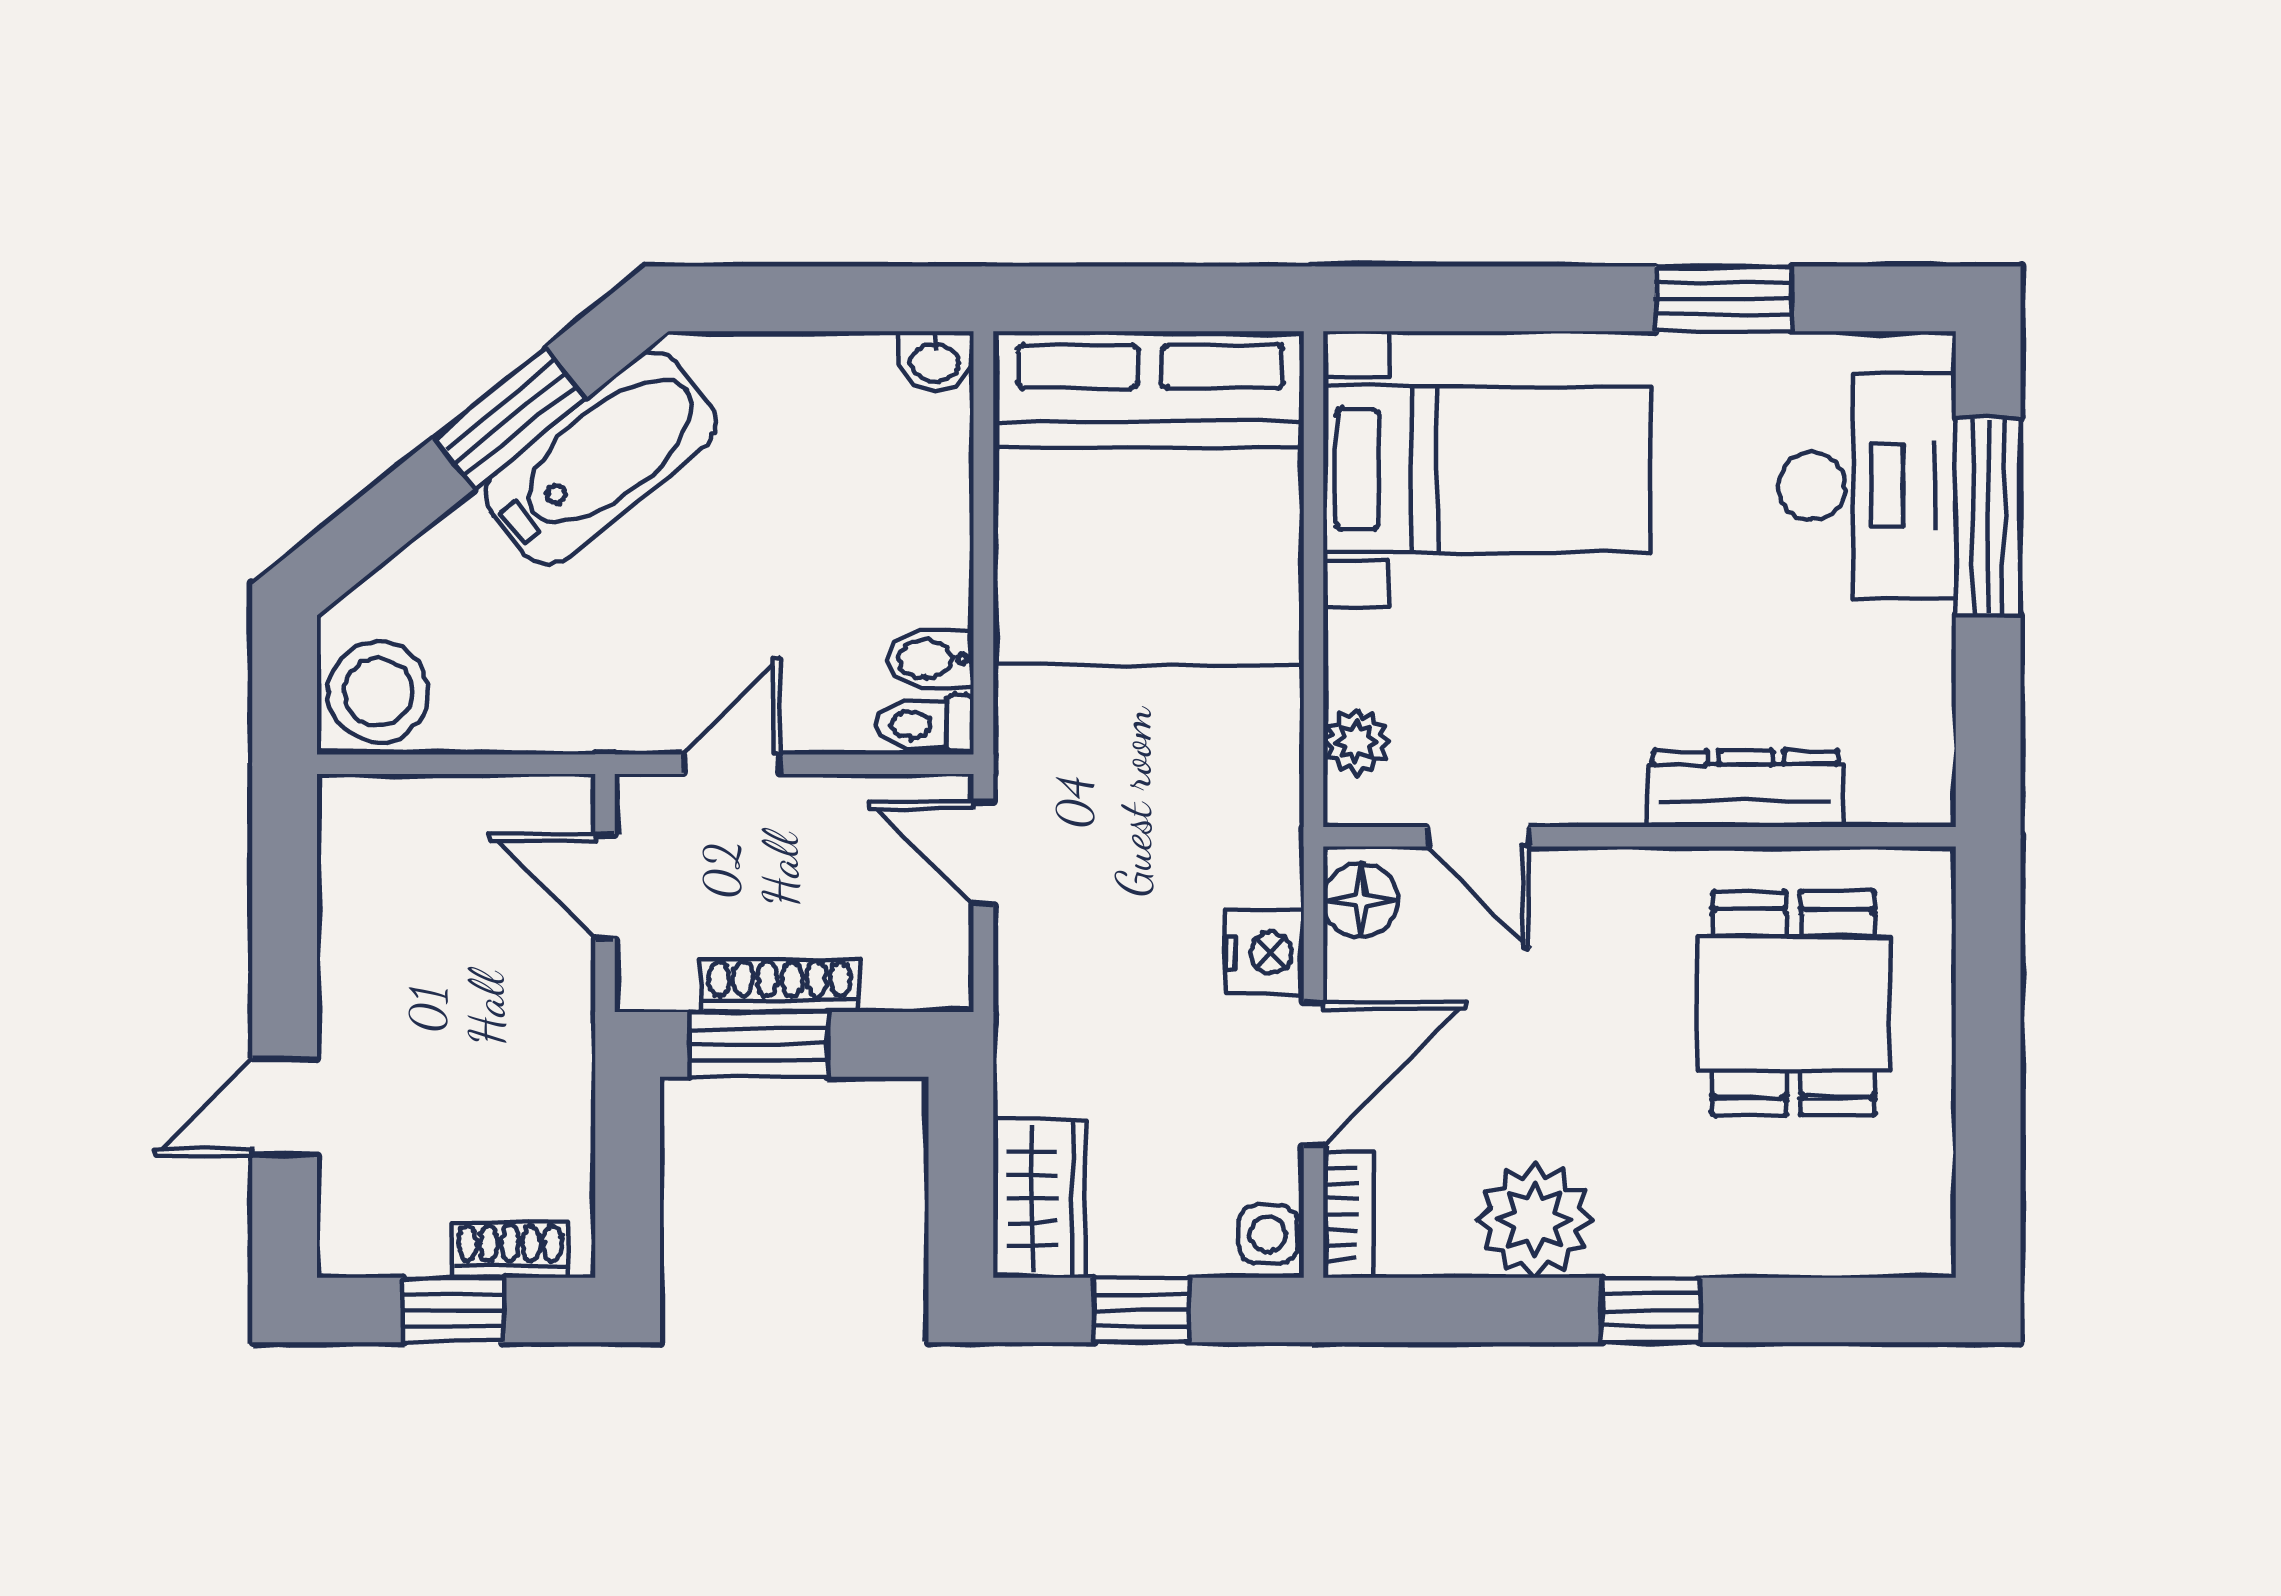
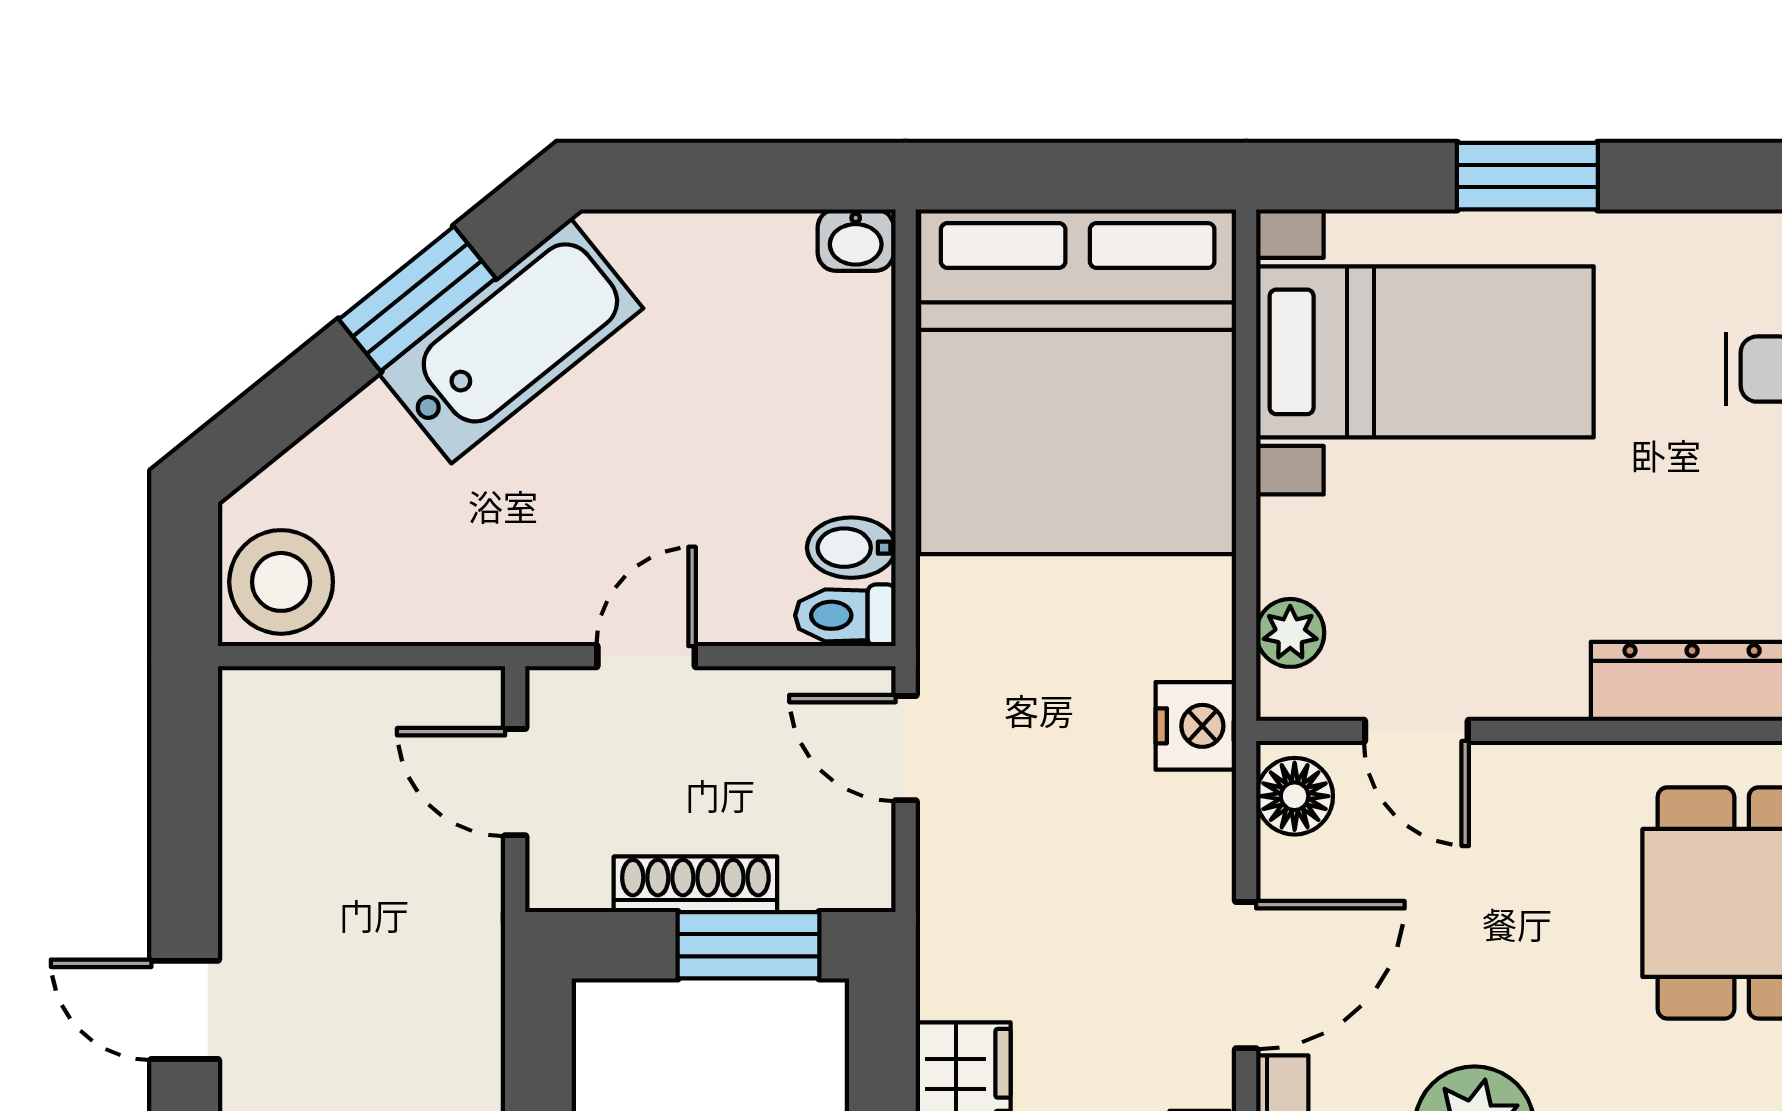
window: (1723, 299) -> (1527, 176), moved
nightstand: (1265, 952) -> (1196, 726), moved
window: (759, 1044) -> (748, 945), moved
door: (285, 1107) -> (185, 1010), hinge flipped

